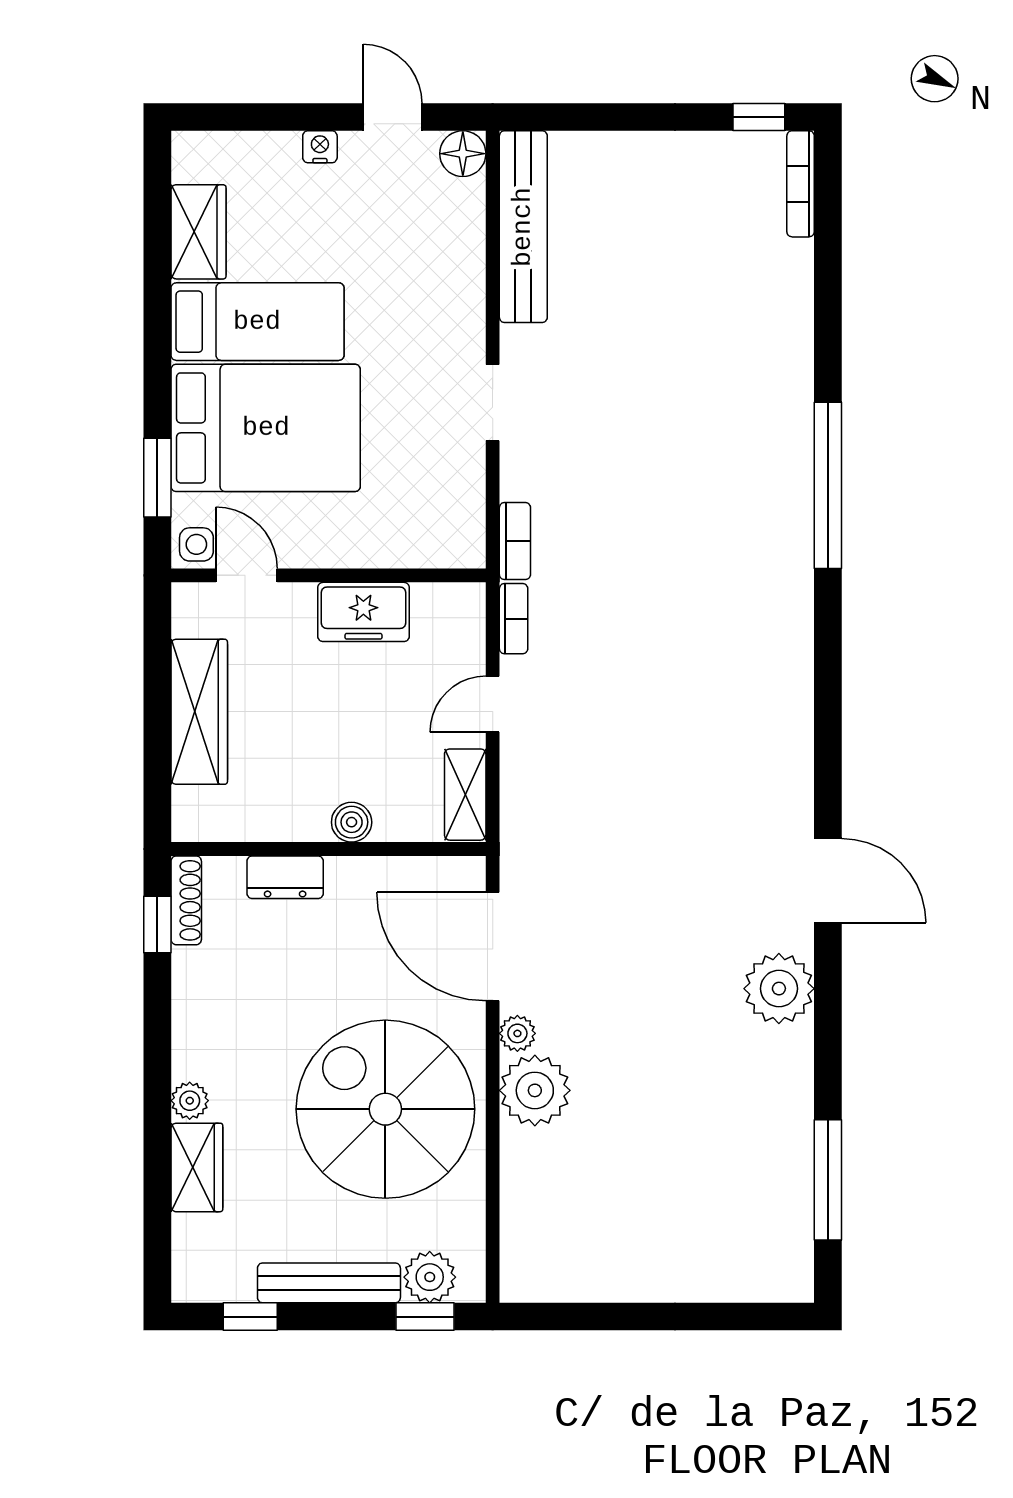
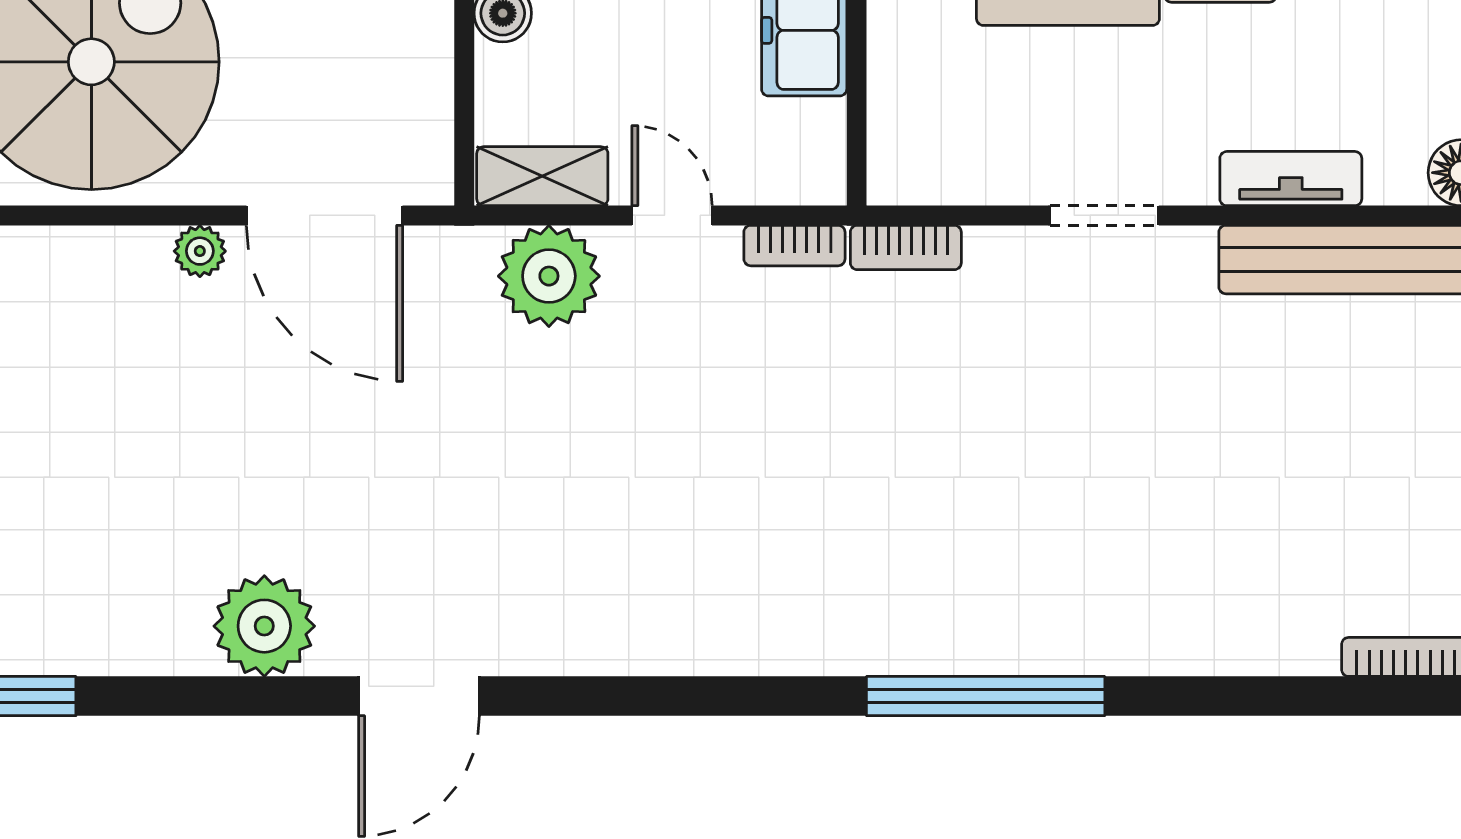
tv unit: (467, 272) -> (1291, 179), added
door: (493, 946) -> (325, 215), swing flipped
plant: (535, 1090) -> (549, 276), moved

